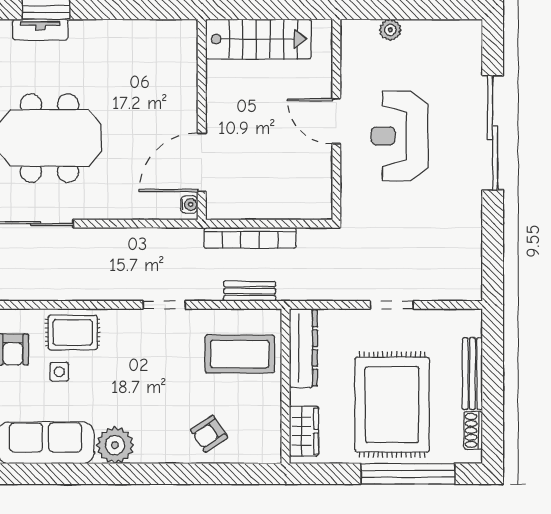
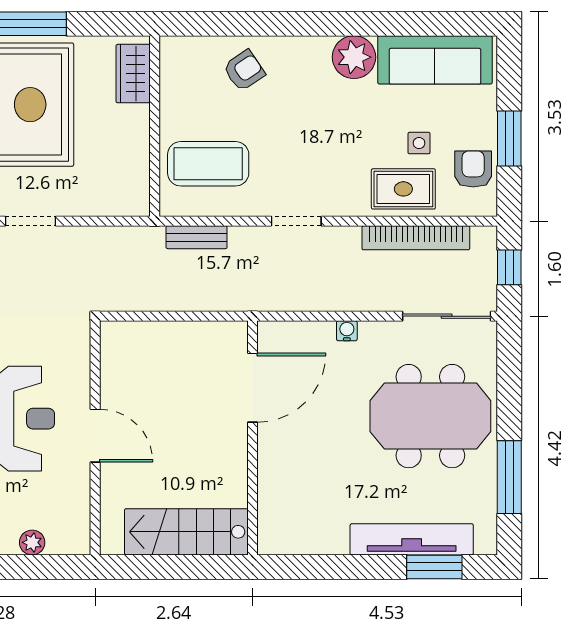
tv unit: (40, 30) -> (412, 539), width x1.92, depth x1.29
water cooler: (189, 204) -> (347, 331), moved, turned 90
bookcase: (250, 238) -> (416, 238), moved, turned 180
dresser: (303, 348) -> (134, 171), removed

